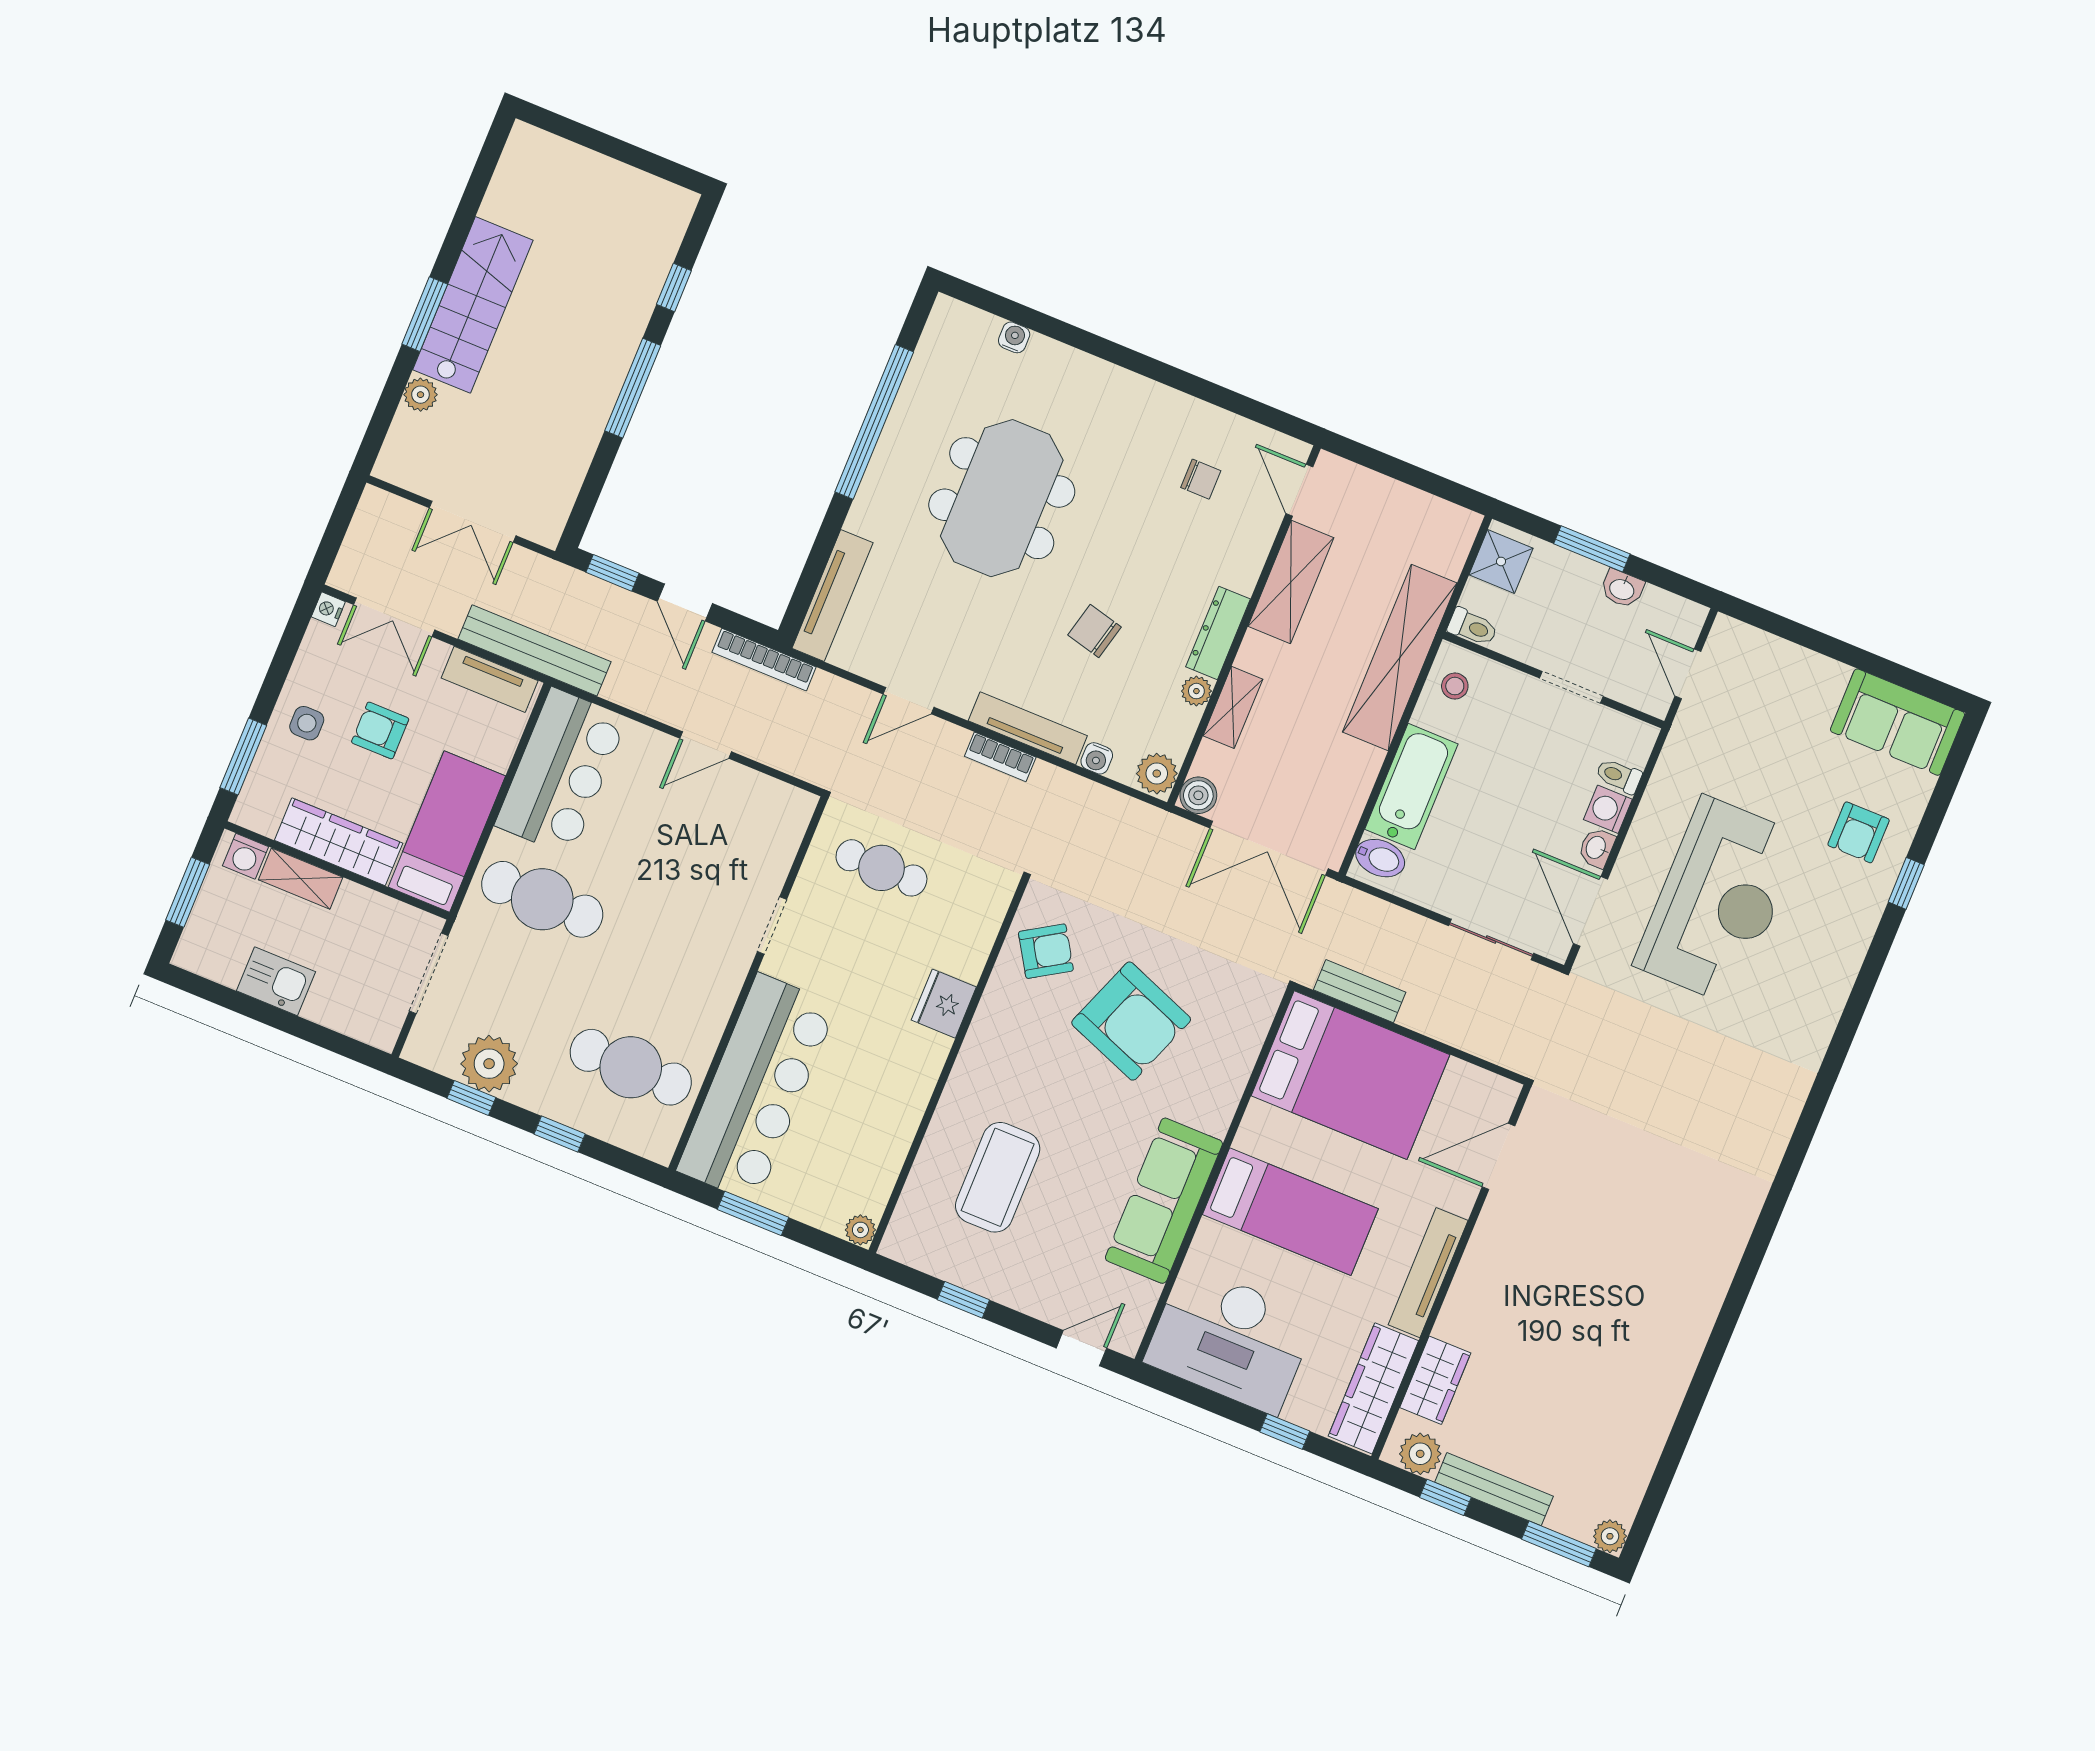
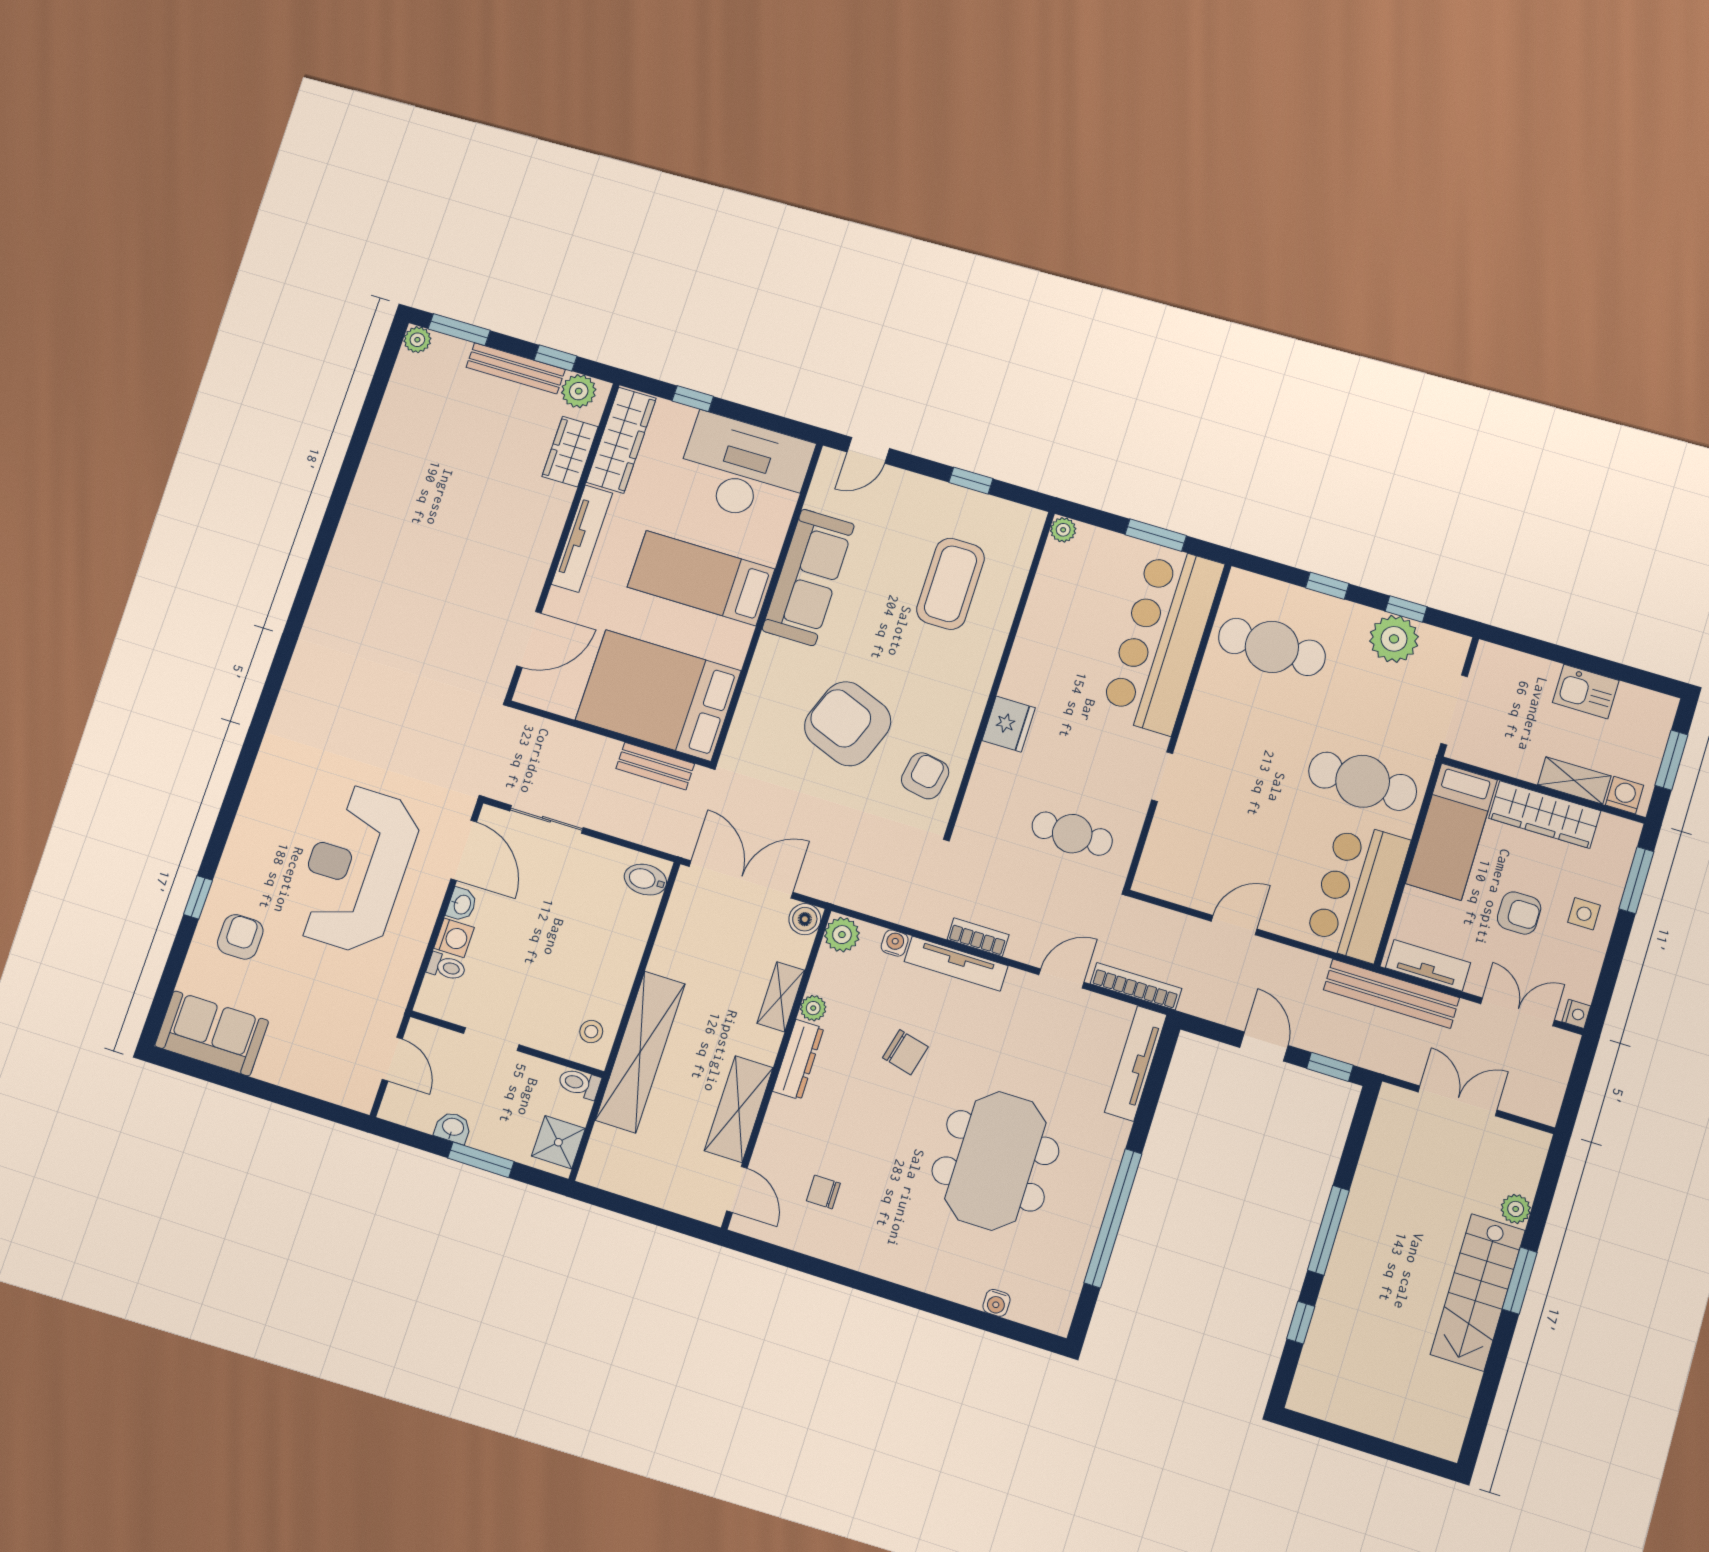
bookcase: (764, 660) -> (1136, 986), moved
bathtub: (1411, 787) -> (623, 942), removed
armchair: (1046, 951) -> (925, 776), turned 132

